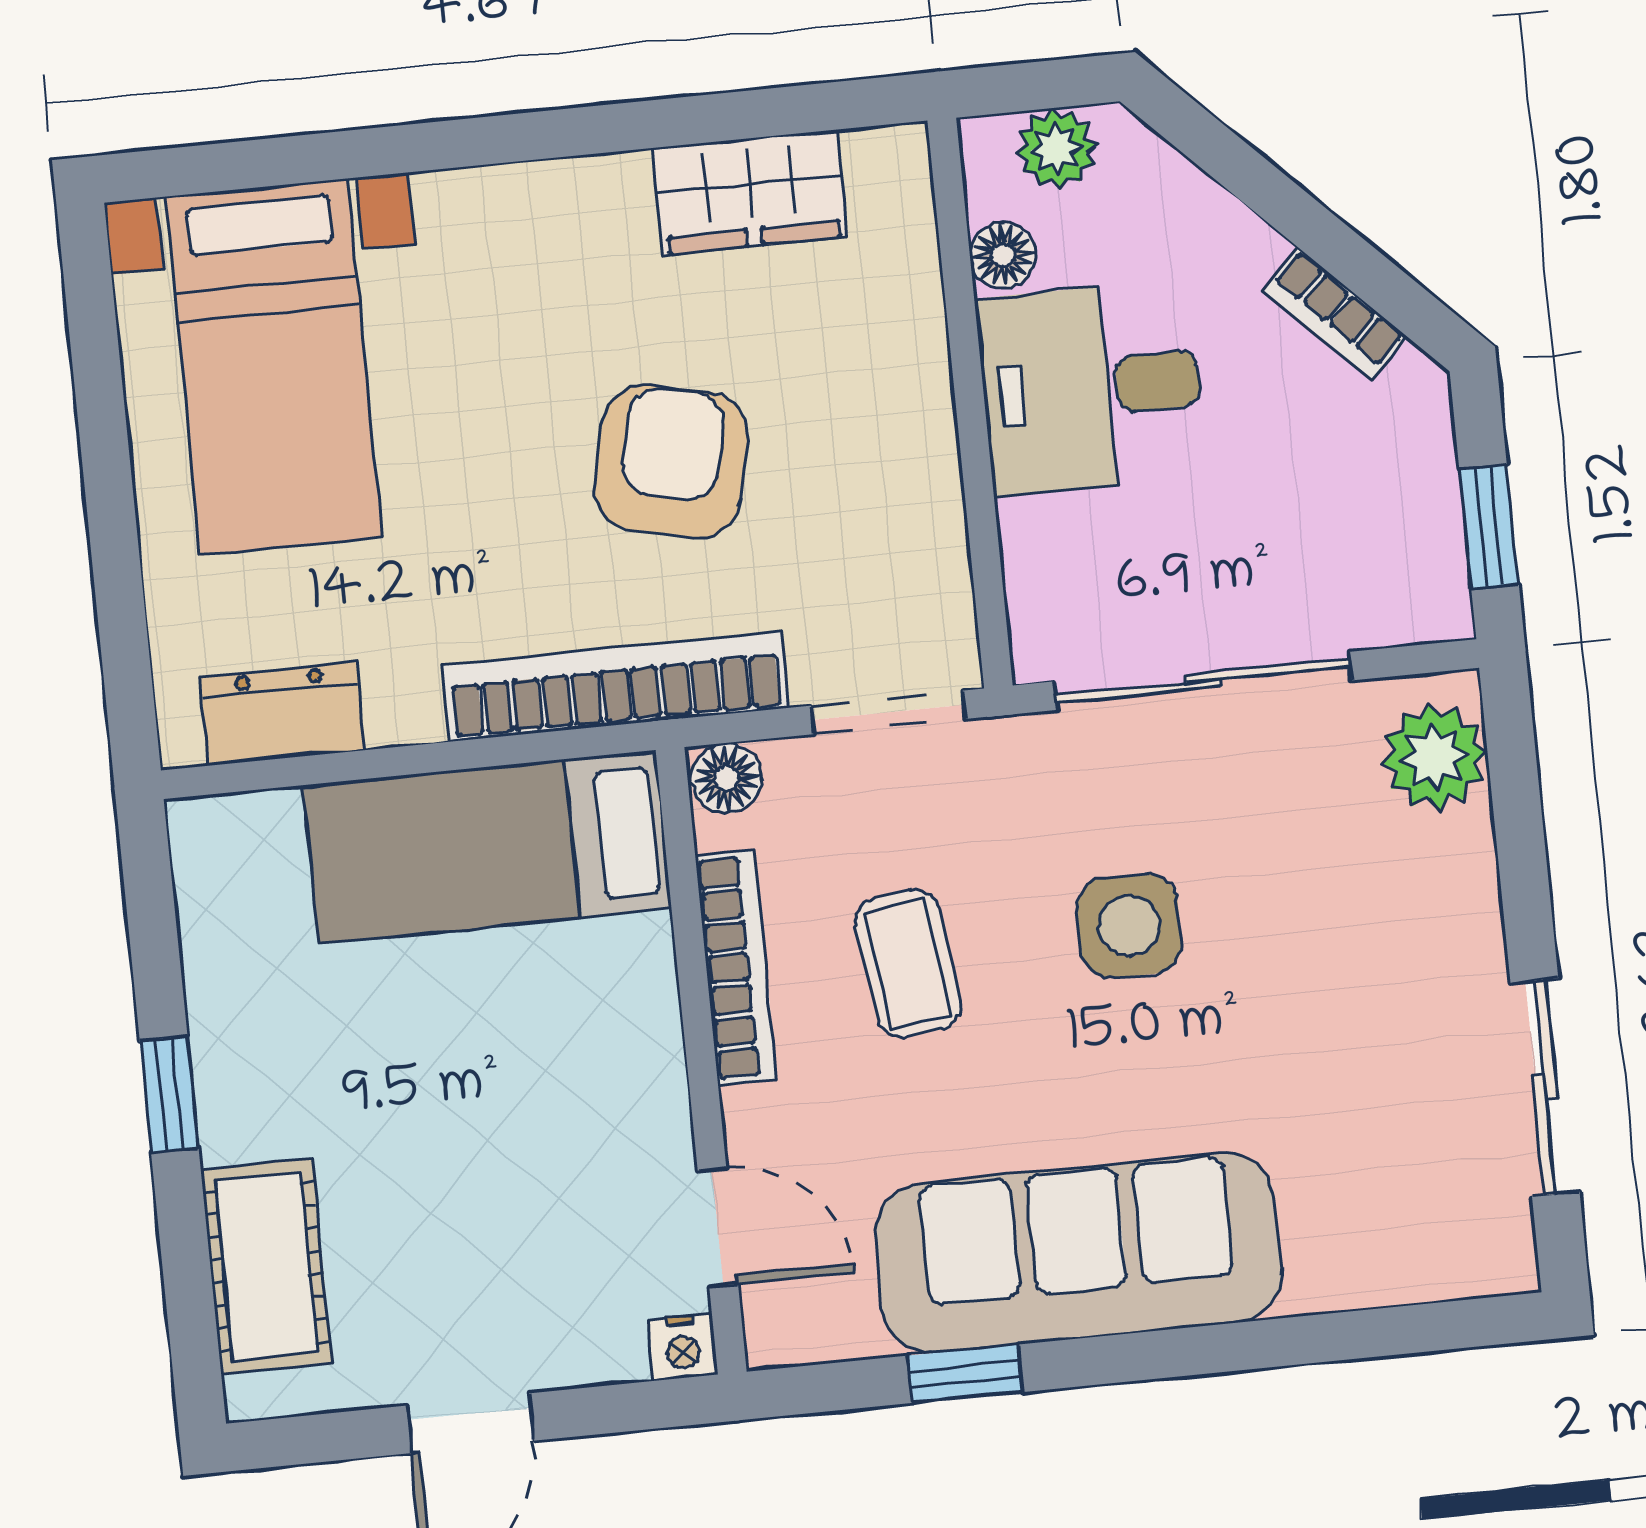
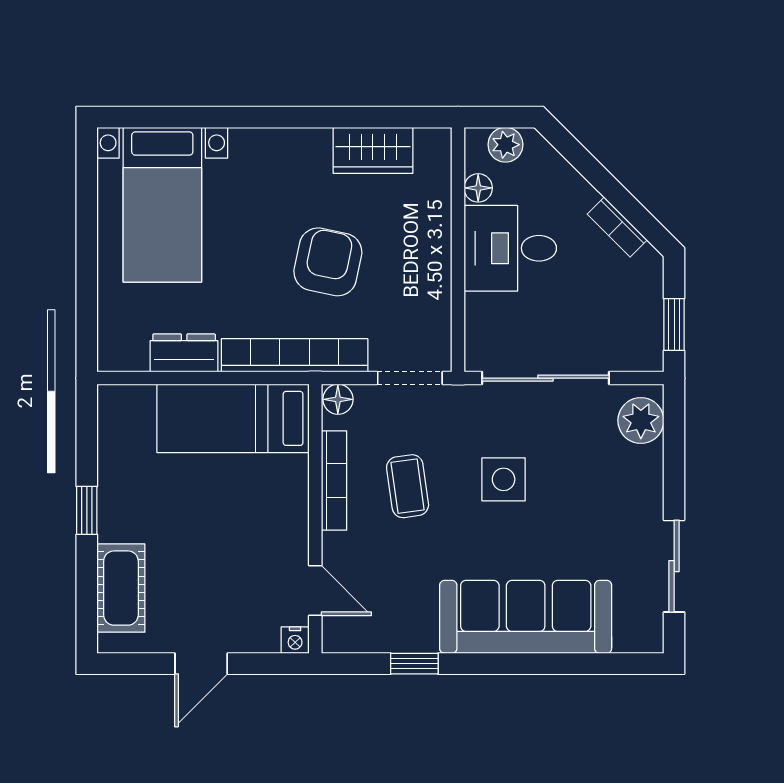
dresser: (282, 714) -> (184, 353), moved
sofa: (1078, 1253) -> (526, 617), moved

